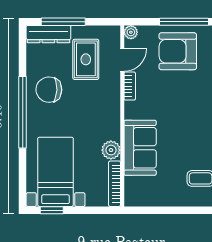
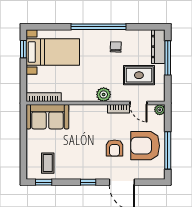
armchair: (178, 51) -> (145, 146), turned -90
chair: (49, 90) -> (116, 47), width x0.54, depth x0.54
armchair: (181, 91) -> (115, 148), added
sofa: (140, 148) -> (47, 117), moved
plant: (111, 150) -> (104, 94), moved

